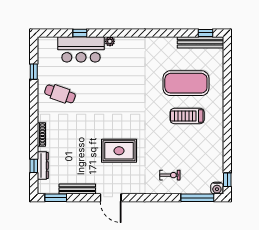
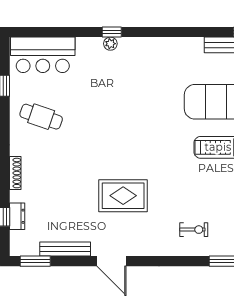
window: (80, 33) -> (112, 32), moved
bar counter: (81, 49) -> (43, 55), moved
dresser: (43, 166) -> (17, 216), width x0.70

